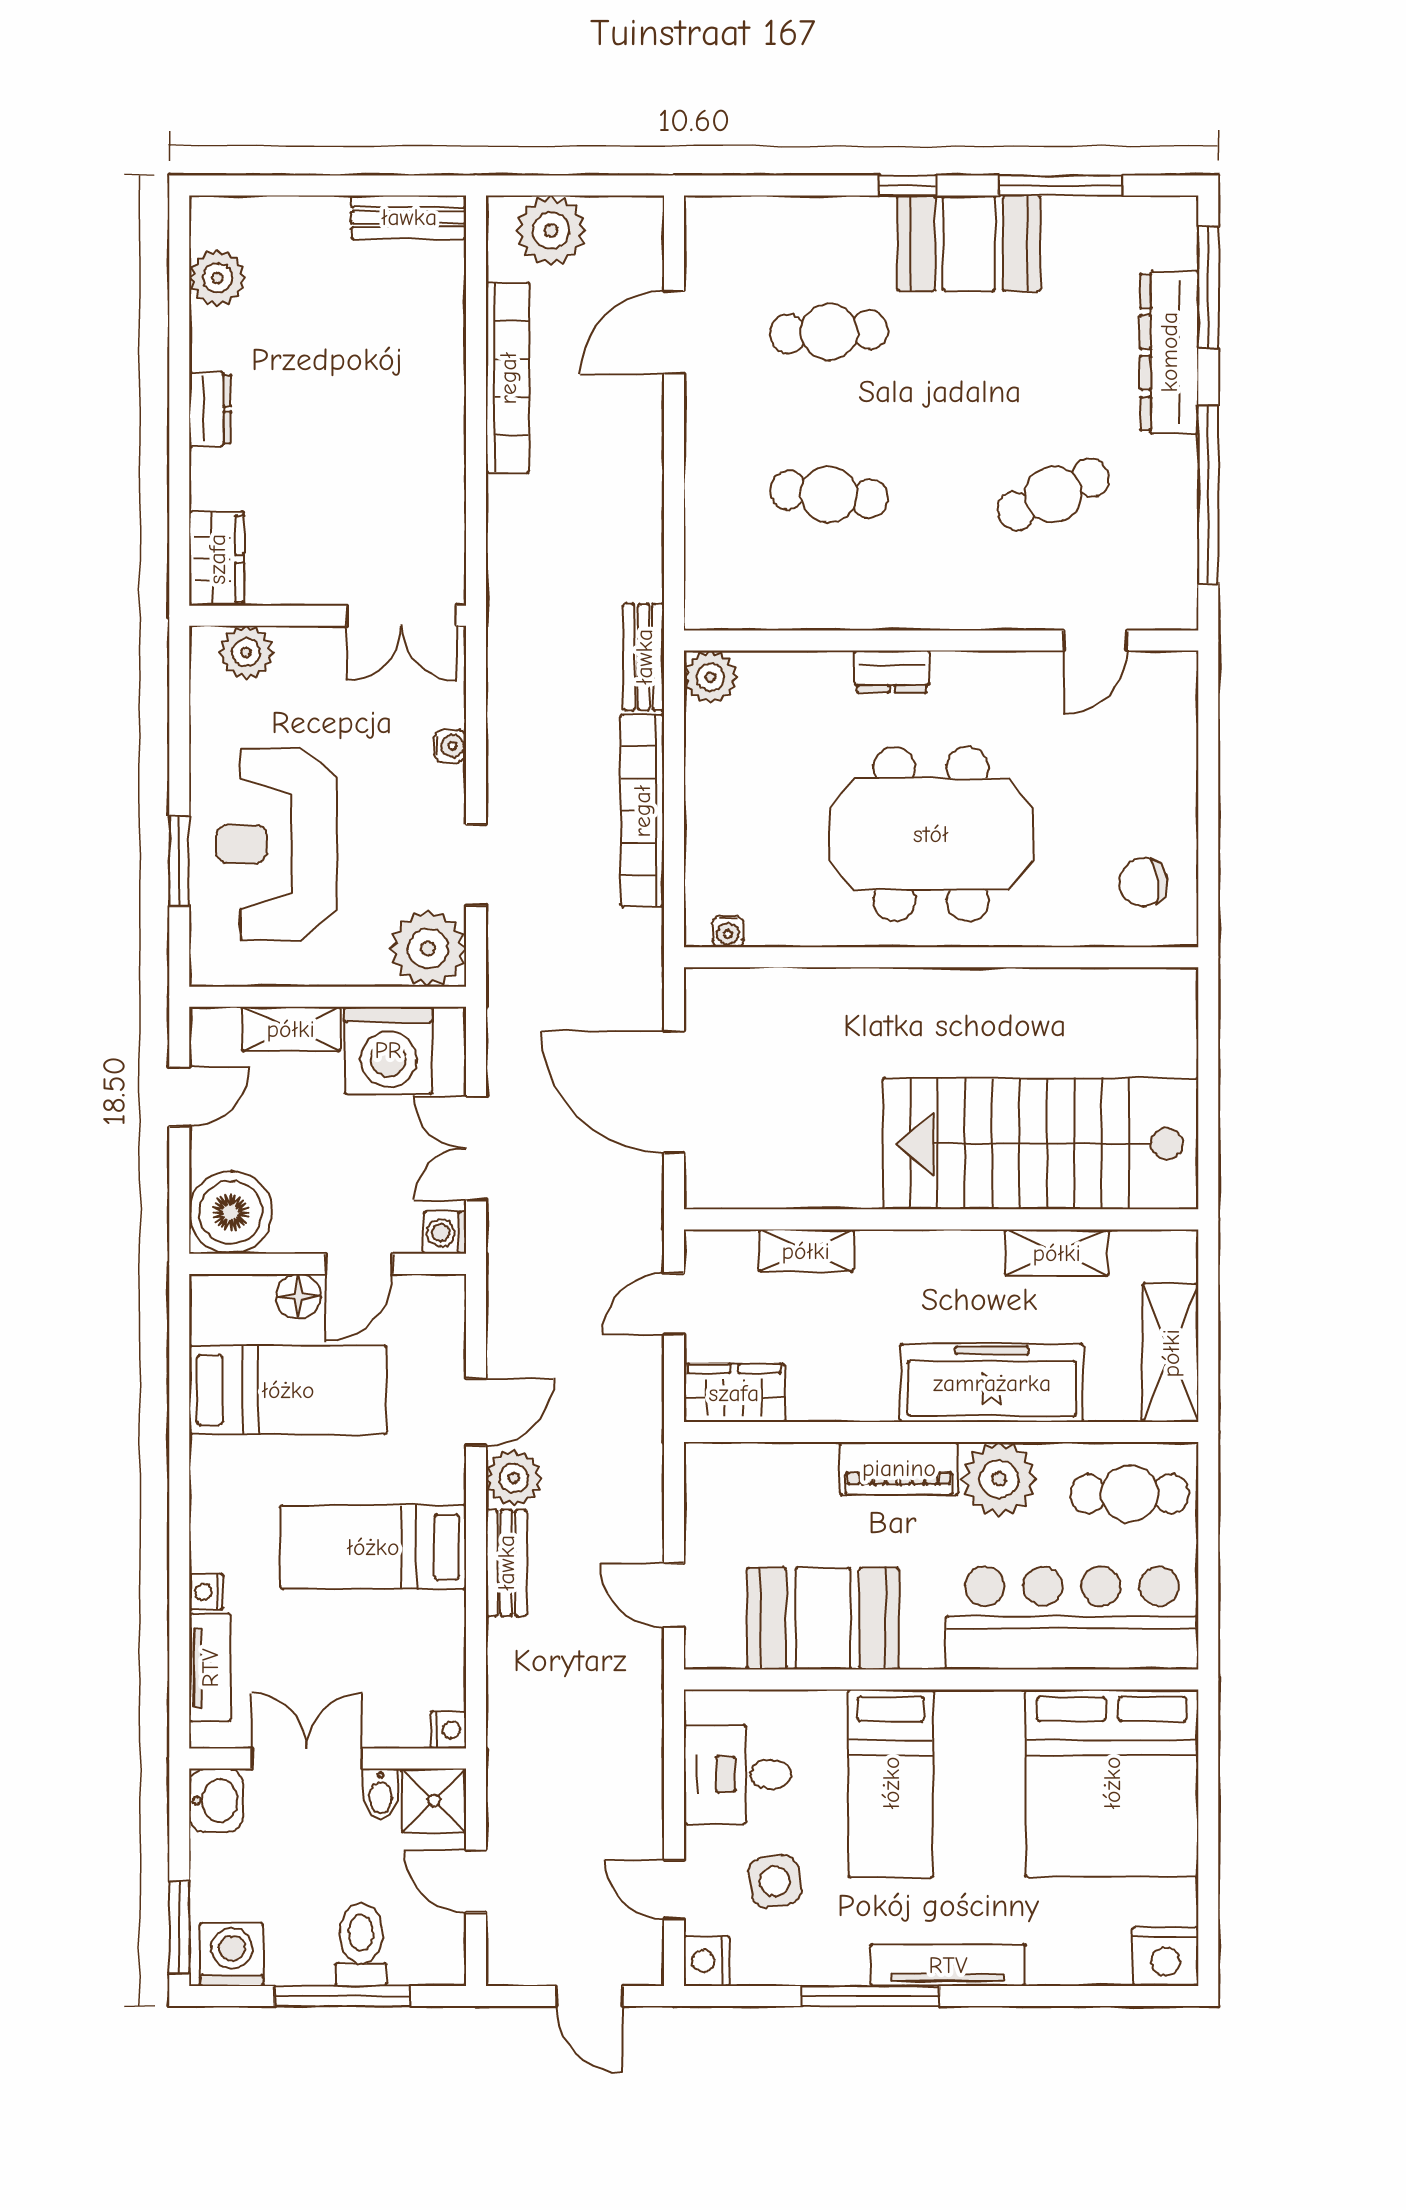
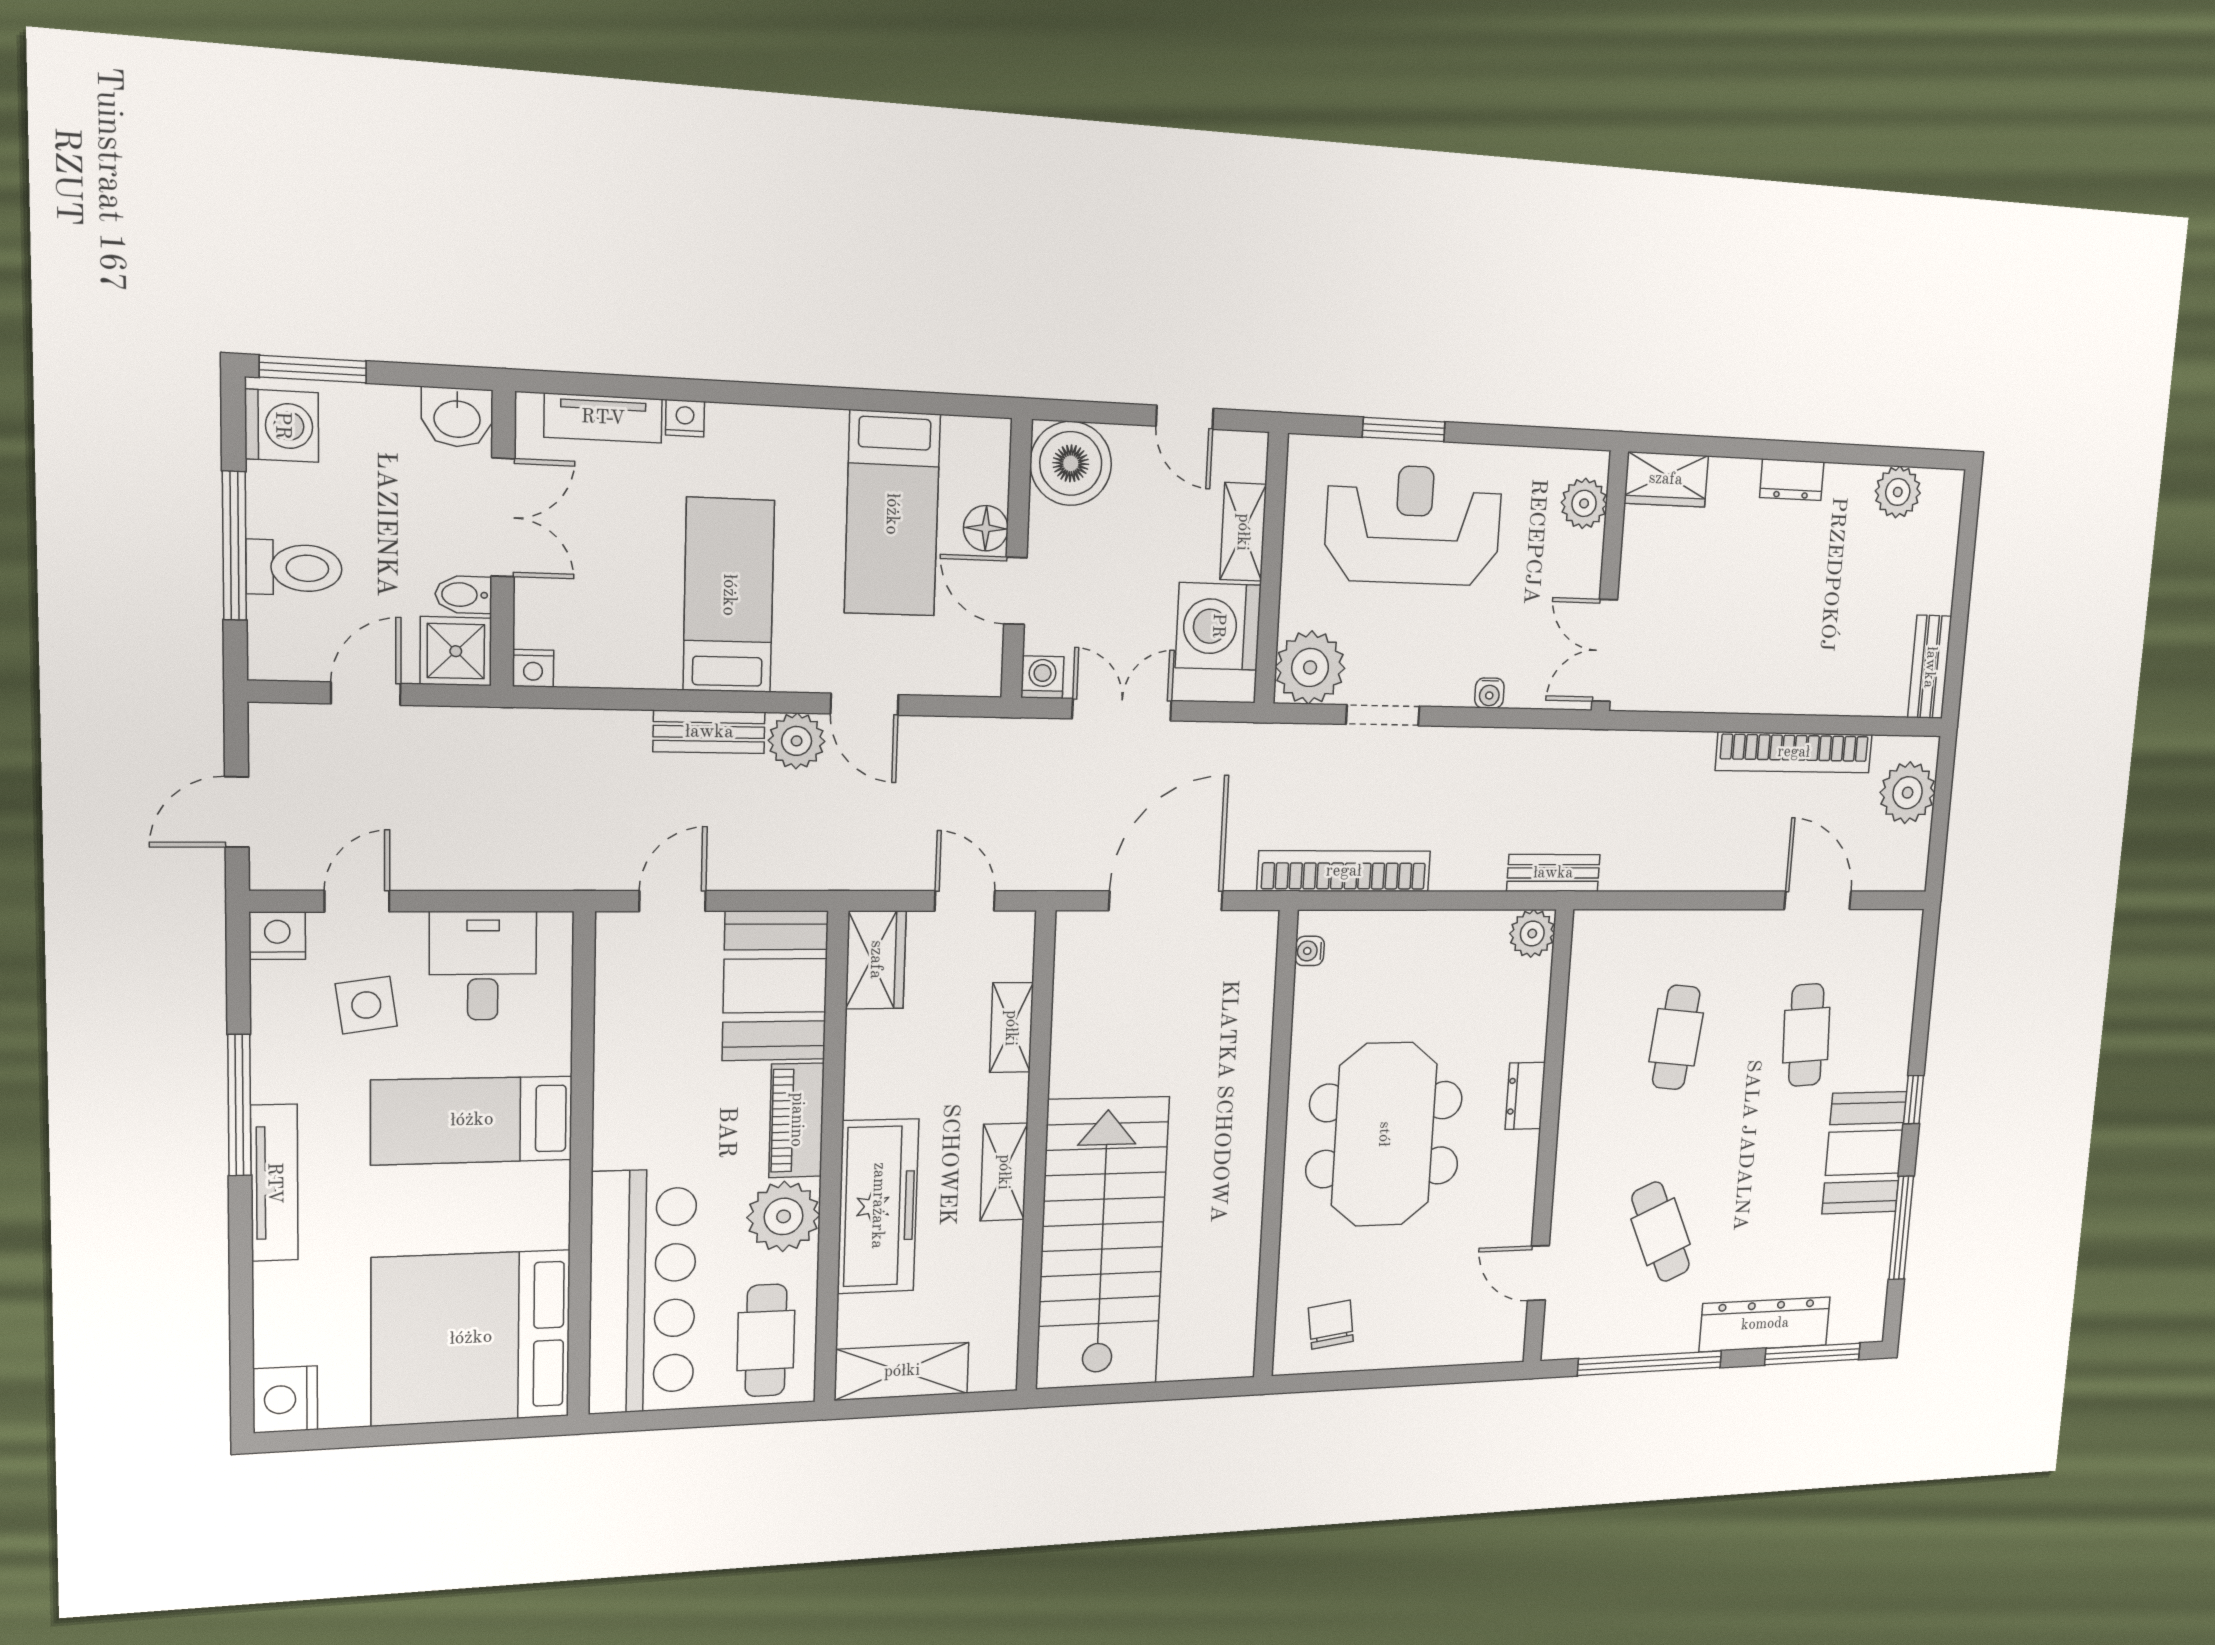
bookcase: (642, 811) -> (1344, 871), moved
shelving: (1057, 1253) -> (1004, 1172), moved
booth: (823, 1619) -> (775, 986), moved

